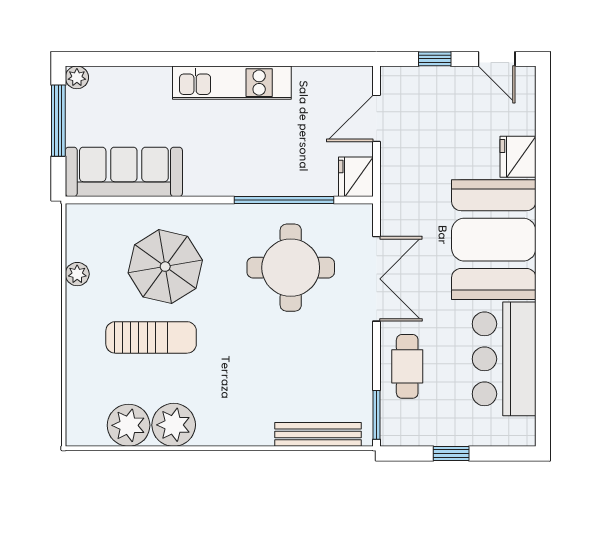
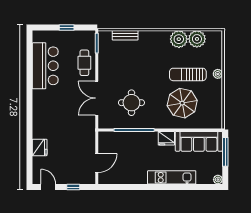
kitchen unit: (232, 83) -> (172, 177), moved
window: (58, 121) -> (225, 152), moved
fridge: (356, 177) -> (166, 138), moved, turned 90
booth: (494, 240) -> (49, 114), removed
round table: (291, 268) -> (131, 103), width x0.73, depth x0.73
plant: (77, 274) -> (218, 74), moved
bench: (318, 434) -> (125, 35), width x0.73

